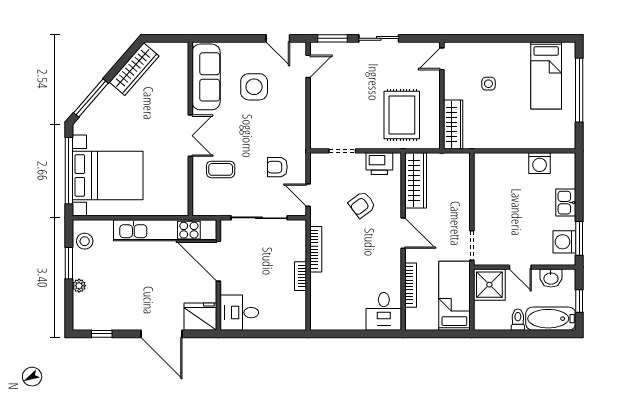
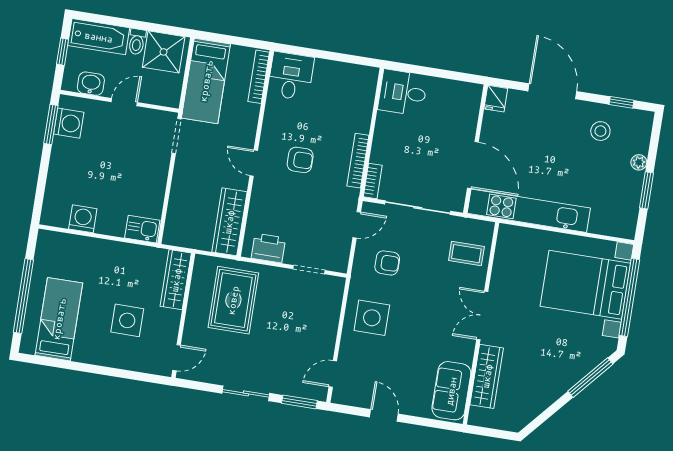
door: (278, 38) -> (384, 415), moved
wardrobe: (134, 69) -> (487, 376), moved, turned 139
sofa: (206, 77) -> (451, 391), width x0.73
side table: (488, 84) -> (127, 320), width x1.87, depth x1.87
side table: (254, 87) -> (372, 318), moved
coffee table: (221, 169) -> (466, 254), moved
door: (308, 195) -> (357, 225), hinge flipped
kitchen sink: (566, 203) -> (142, 229), moved, turned -90
armchair: (362, 205) -> (300, 160), moved, turned 37
door: (403, 233) -> (254, 163), width x0.73
stool: (85, 241) -> (600, 131), moved
door: (520, 267) -> (124, 102), hinge flipped
bookcase: (301, 276) -> (373, 181), moved
bookcase: (411, 285) -> (259, 77), moved
shower: (489, 285) -> (164, 52), moved
desk: (239, 313) -> (403, 93), moved, turned 180
fridge: (200, 317) -> (496, 99), width x0.53, depth x0.75

